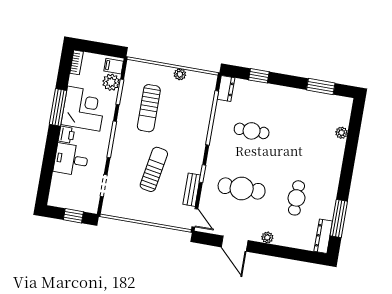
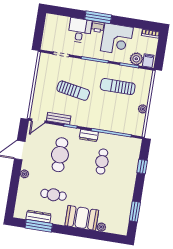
dresser: (226, 89) -> (89, 135), moved
window: (58, 107) -> (98, 17), moved
booth: (329, 159) -> (82, 218), added
window: (73, 216) -> (39, 32), removed
dresser: (323, 236) -> (39, 217), moved

